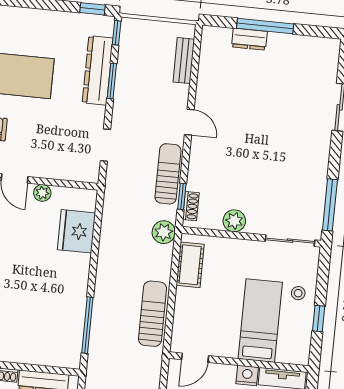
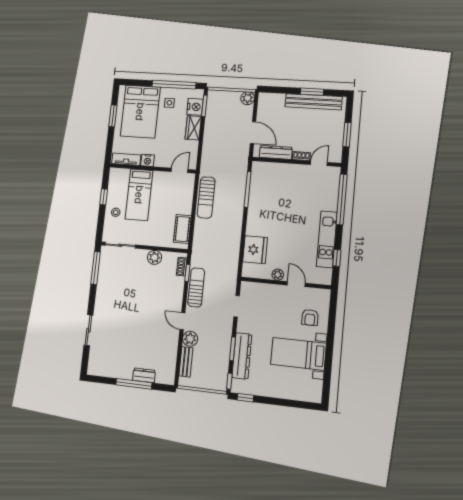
sun lounger: (168, 174) -> (196, 287), turned 180
plant: (164, 232) -> (190, 339), moved

